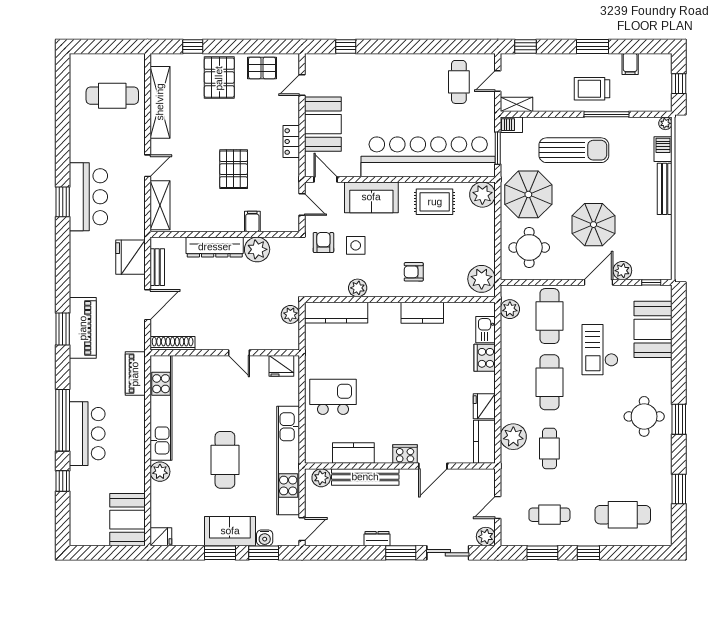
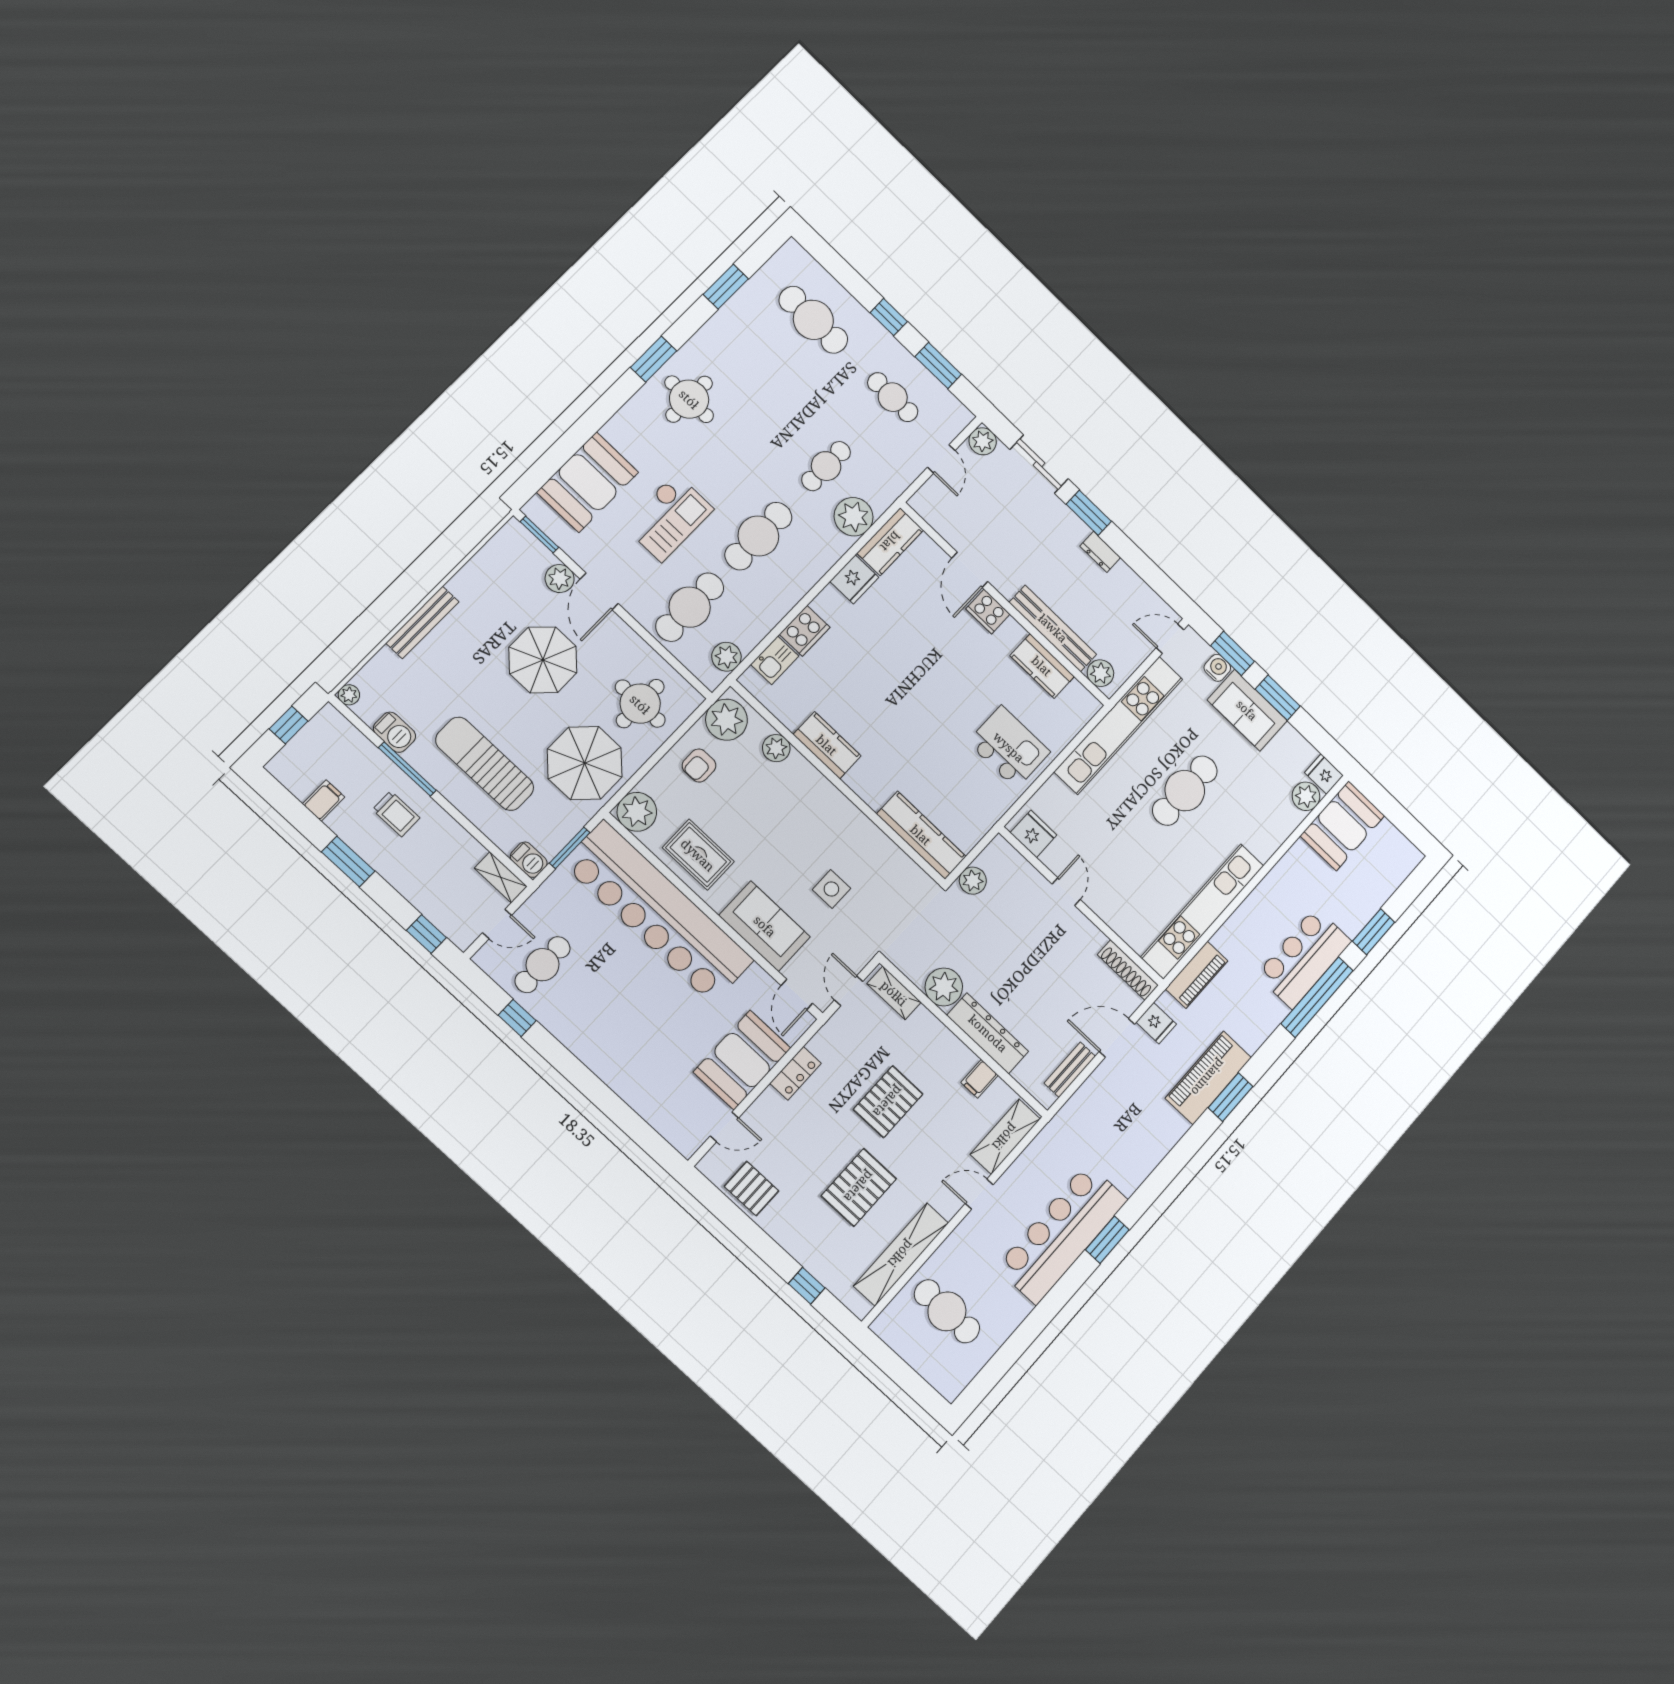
window: (346, 46) -> (517, 1018), moved
pallet: (219, 78) -> (859, 1187), moved
trolley: (592, 89) -> (396, 814), width x0.73, depth x0.72
barbecue: (663, 149) -> (395, 732), moved, turned -90
bar counter: (88, 197) -> (1062, 1233), width x1.36
filing cabinet: (252, 221) -> (980, 1079), moved
shelving: (279, 224) -> (894, 993), added
armchair: (323, 242) -> (864, 926), removed
fridge: (130, 257) -> (1156, 1023), moved, width x0.53, depth x0.75
armchair: (414, 272) -> (699, 766), moved, turned 90
door: (598, 282) -> (599, 591), hinge flipped
window: (651, 282) -> (539, 535), width x1.50
plant: (358, 288) -> (776, 748), moved
kitchen island: (333, 397) -> (1009, 747), turned 180
door: (433, 466) -> (970, 570), swing flipped
plant: (160, 472) -> (1306, 796), moved
window: (63, 481) -> (1374, 932), width x1.50
door: (498, 507) -> (941, 459), hinge flipped

